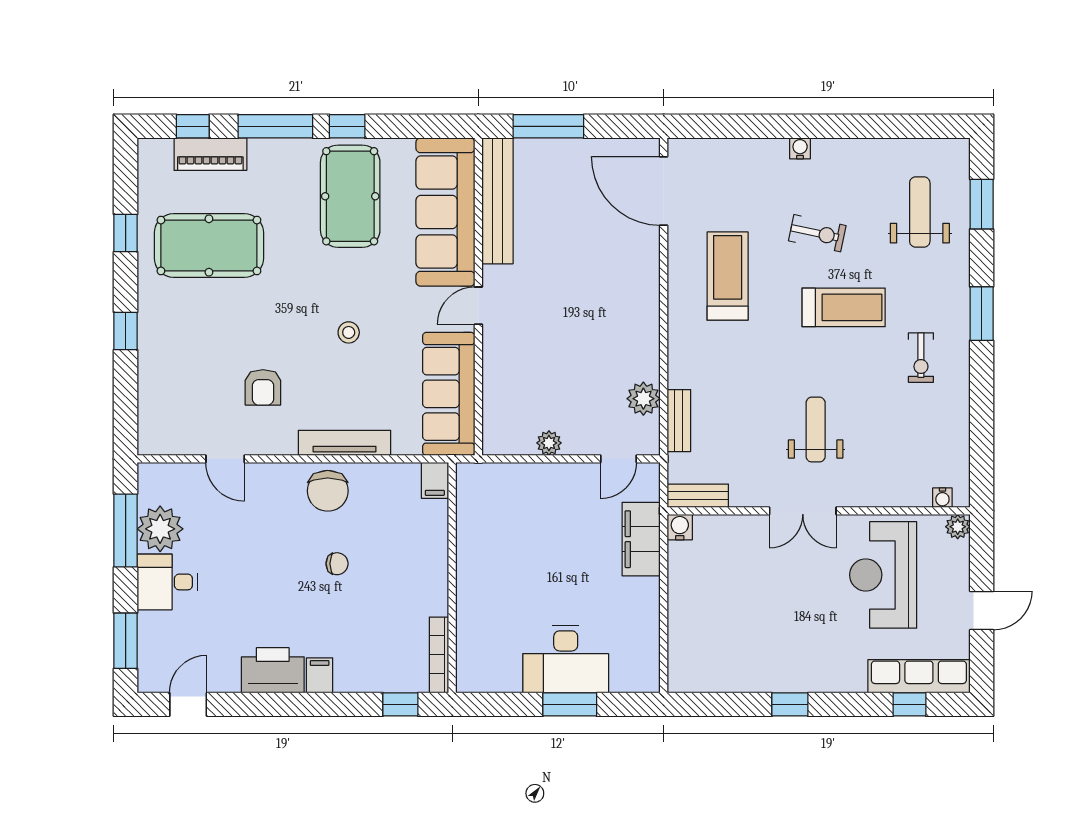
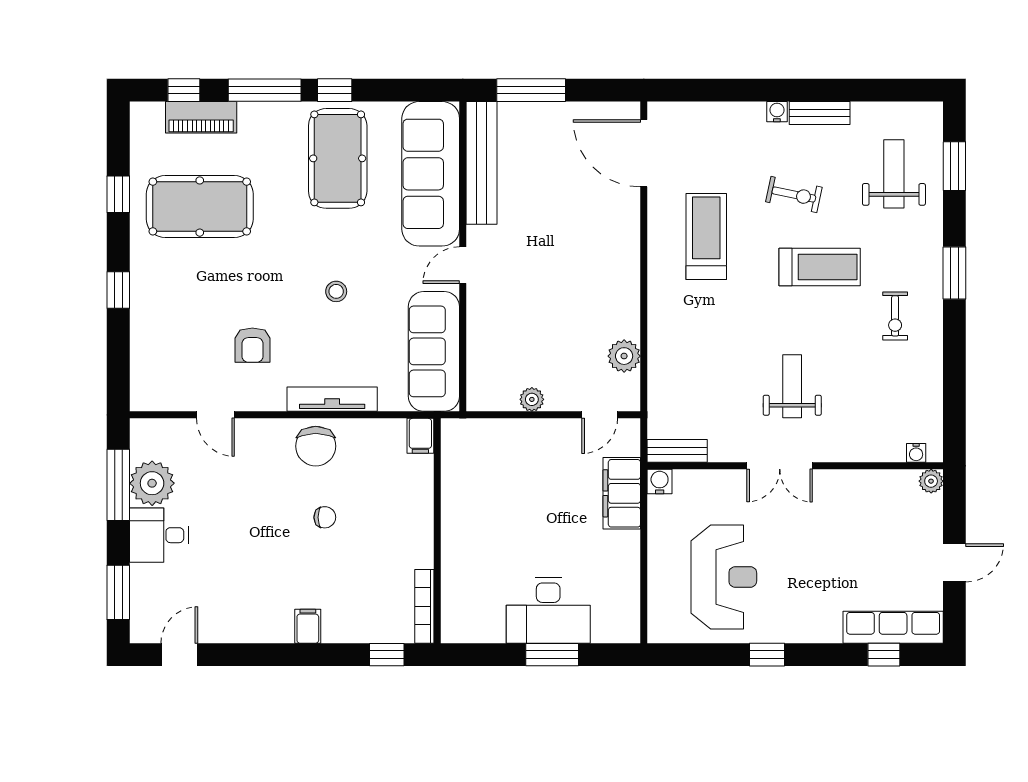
bench: (679, 421) -> (820, 113), moved, turned 90
reception desk: (883, 575) -> (724, 577), moved, turned 180
printer: (273, 670) -> (262, 621), removed

